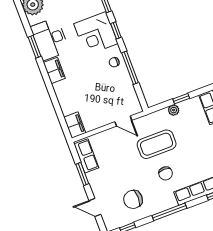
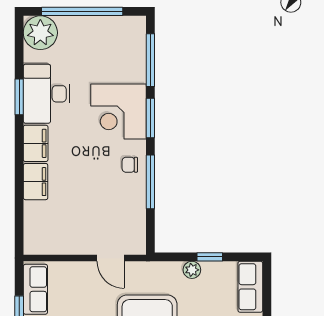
window: (116, 30) -> (150, 118), width x1.50
filing cabinet: (75, 125) -> (36, 182), moved

